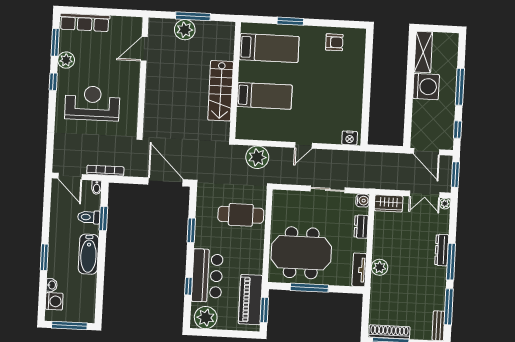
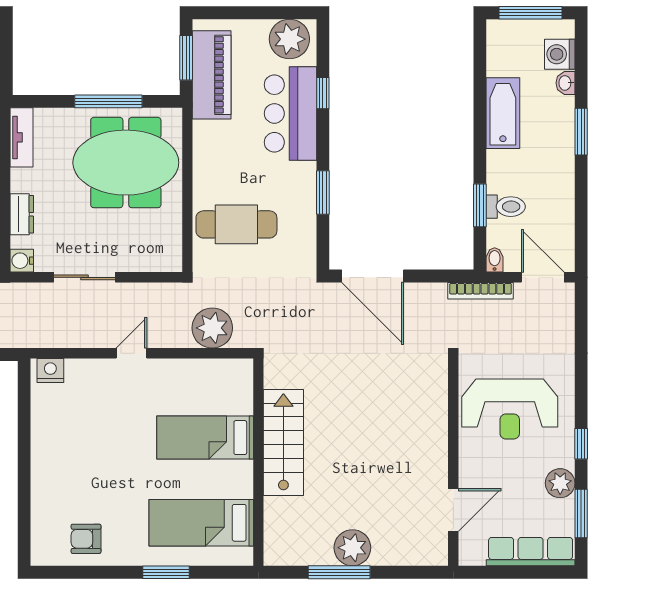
door: (144, 49) -> (453, 510), moved
wall: (143, 76) -> (453, 462), moved
bathtub: (89, 254) -> (503, 113), moved

